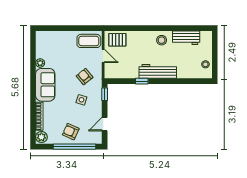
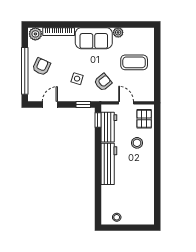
workbench: (186, 38) -> (109, 127), moved, turned 180
stool: (162, 40) -> (137, 143), moved
coffee table: (89, 41) -> (134, 62), moved, turned 90
door: (103, 56) -> (126, 103), swing flipped
window: (142, 81) -> (98, 120), moved
door: (105, 124) -> (50, 104), hinge flipped

